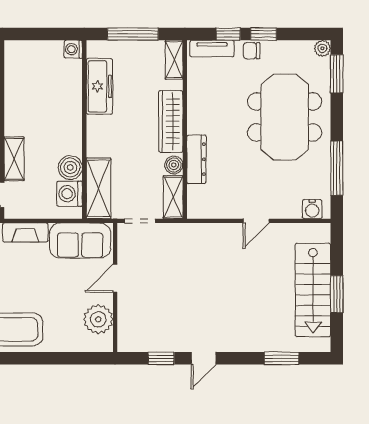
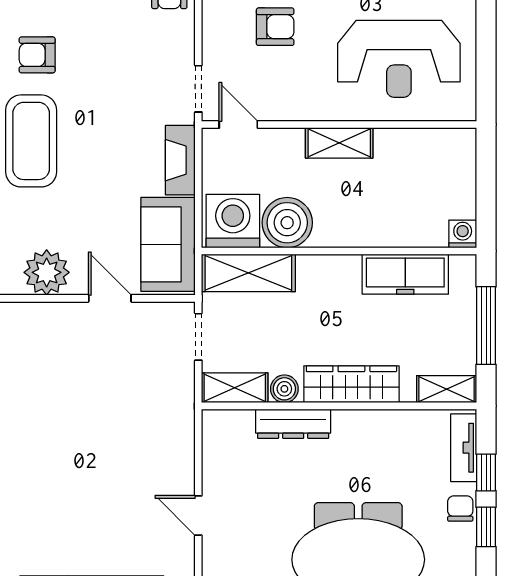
shelving: (14, 159) -> (339, 143), moved
boiler: (70, 167) -> (287, 223), width x1.37, depth x1.37
washing machine: (70, 194) -> (233, 221), width x1.37, depth x1.37

